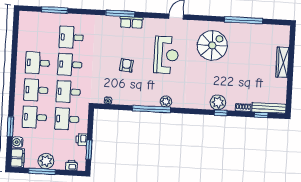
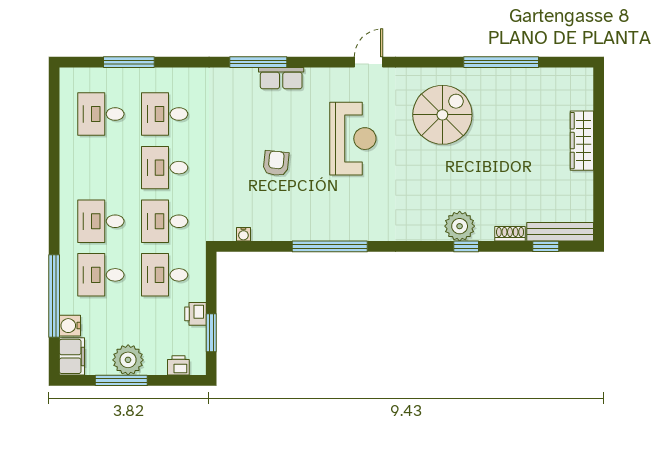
desk: (37, 63) -> (101, 114), moved
plant: (166, 102) -> (357, 230), removed
window: (10, 127) -> (54, 296), width x2.11

